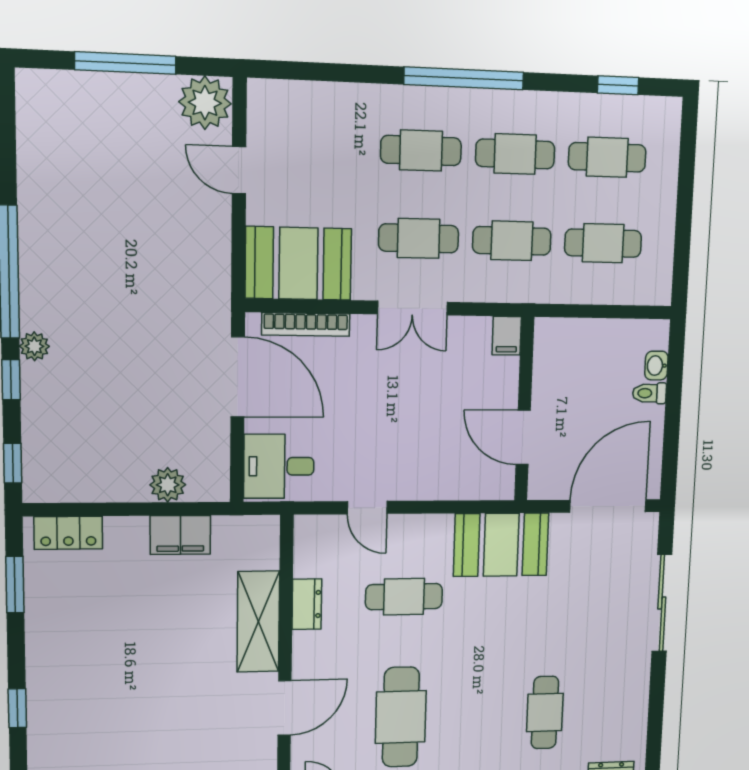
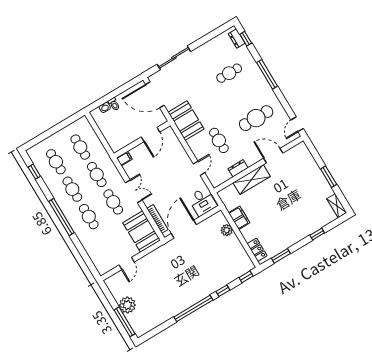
window: (125, 63) -> (124, 322), moved
plant: (205, 103) -> (127, 305), moved
plant: (34, 346) -> (210, 290), removed

